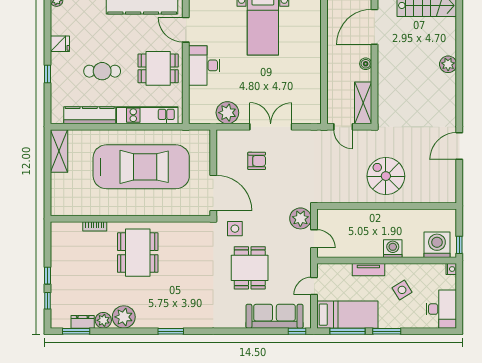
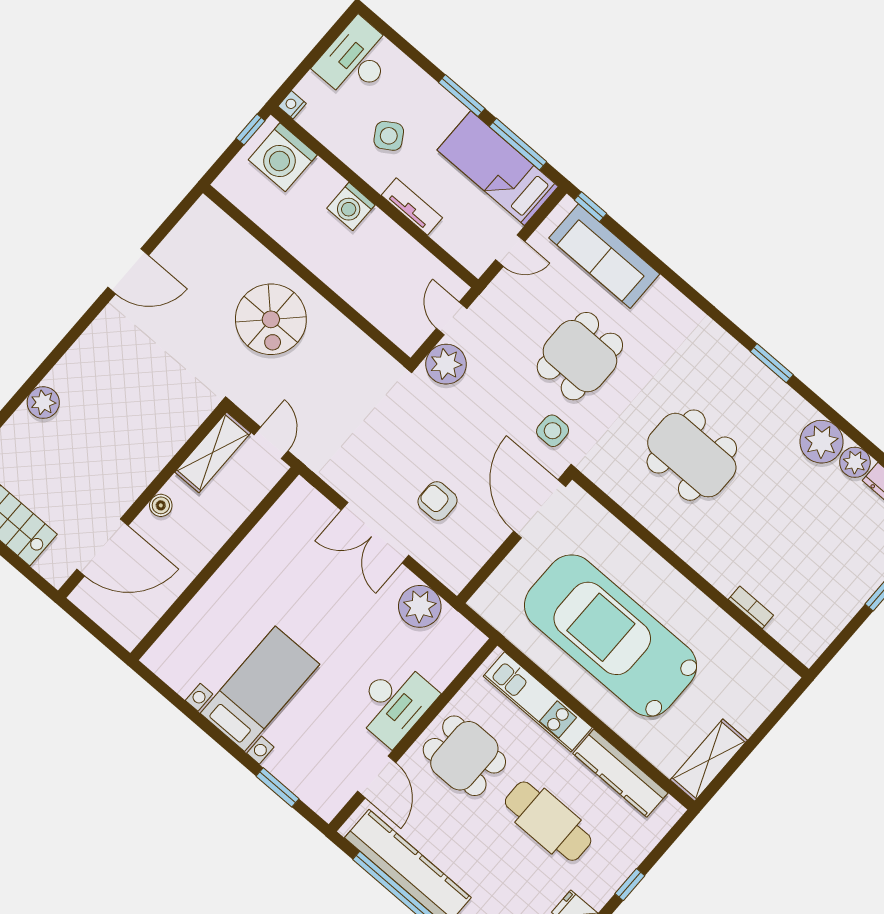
cafe table: (102, 71) -> (548, 821), width x1.37, depth x1.35
dining table: (138, 253) -> (692, 455), moved, turned 90

